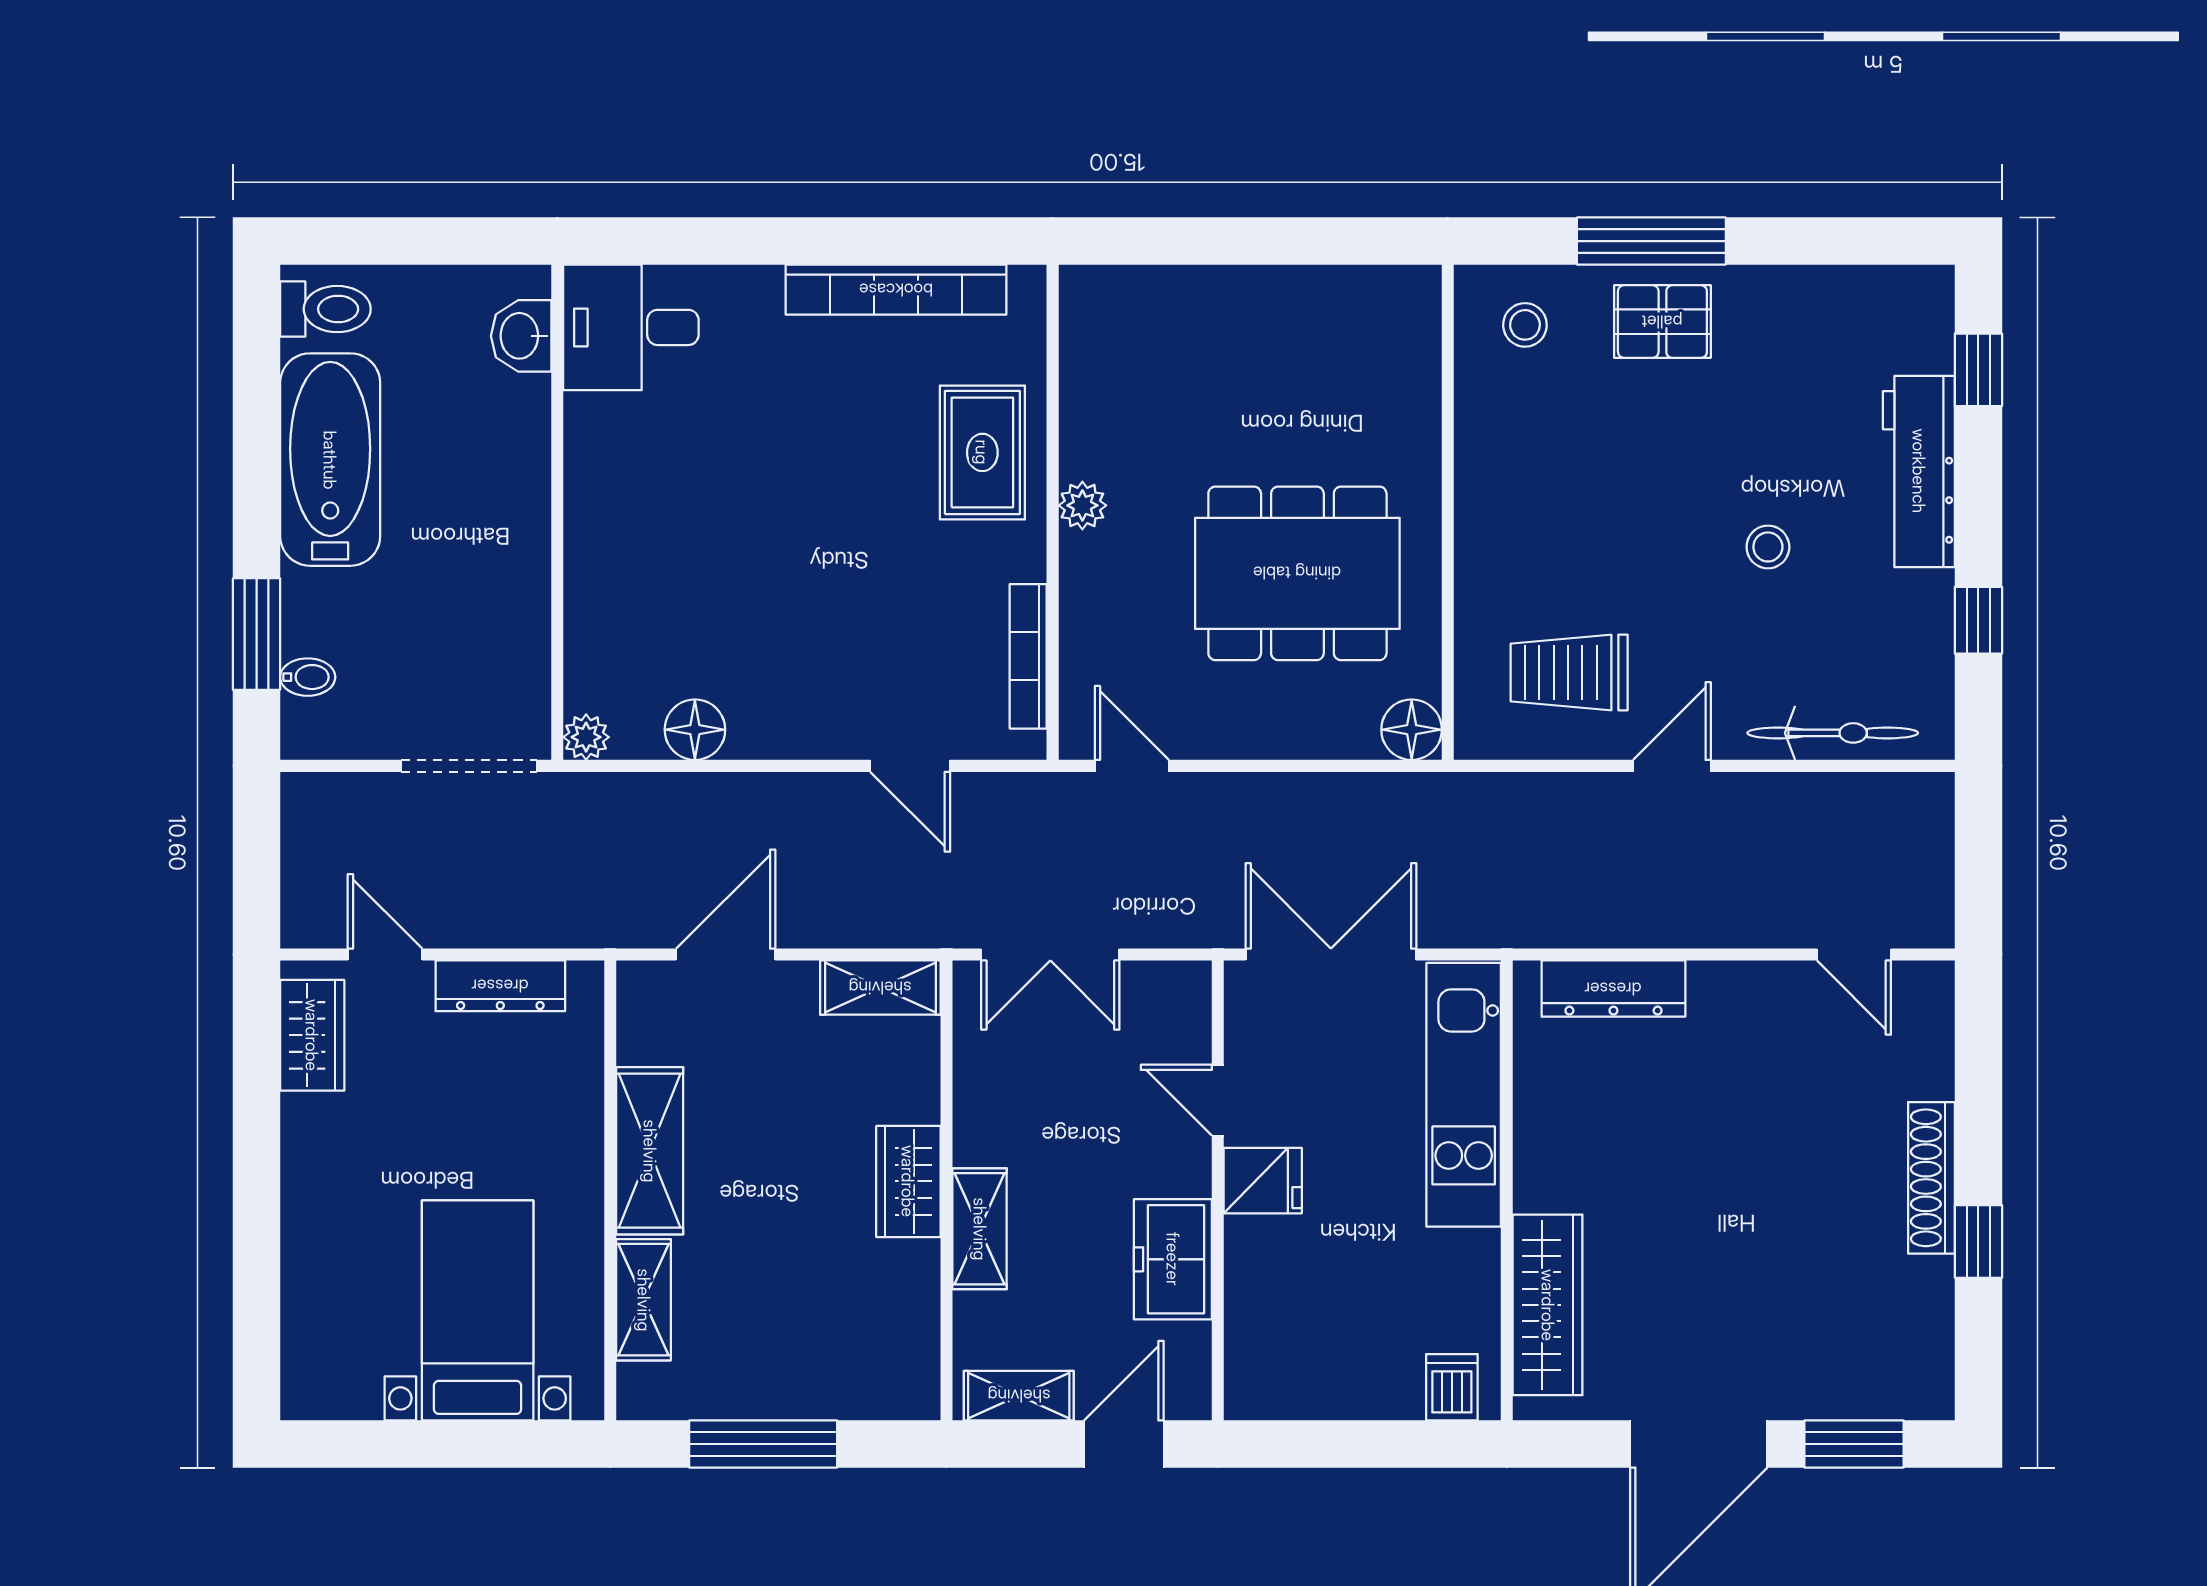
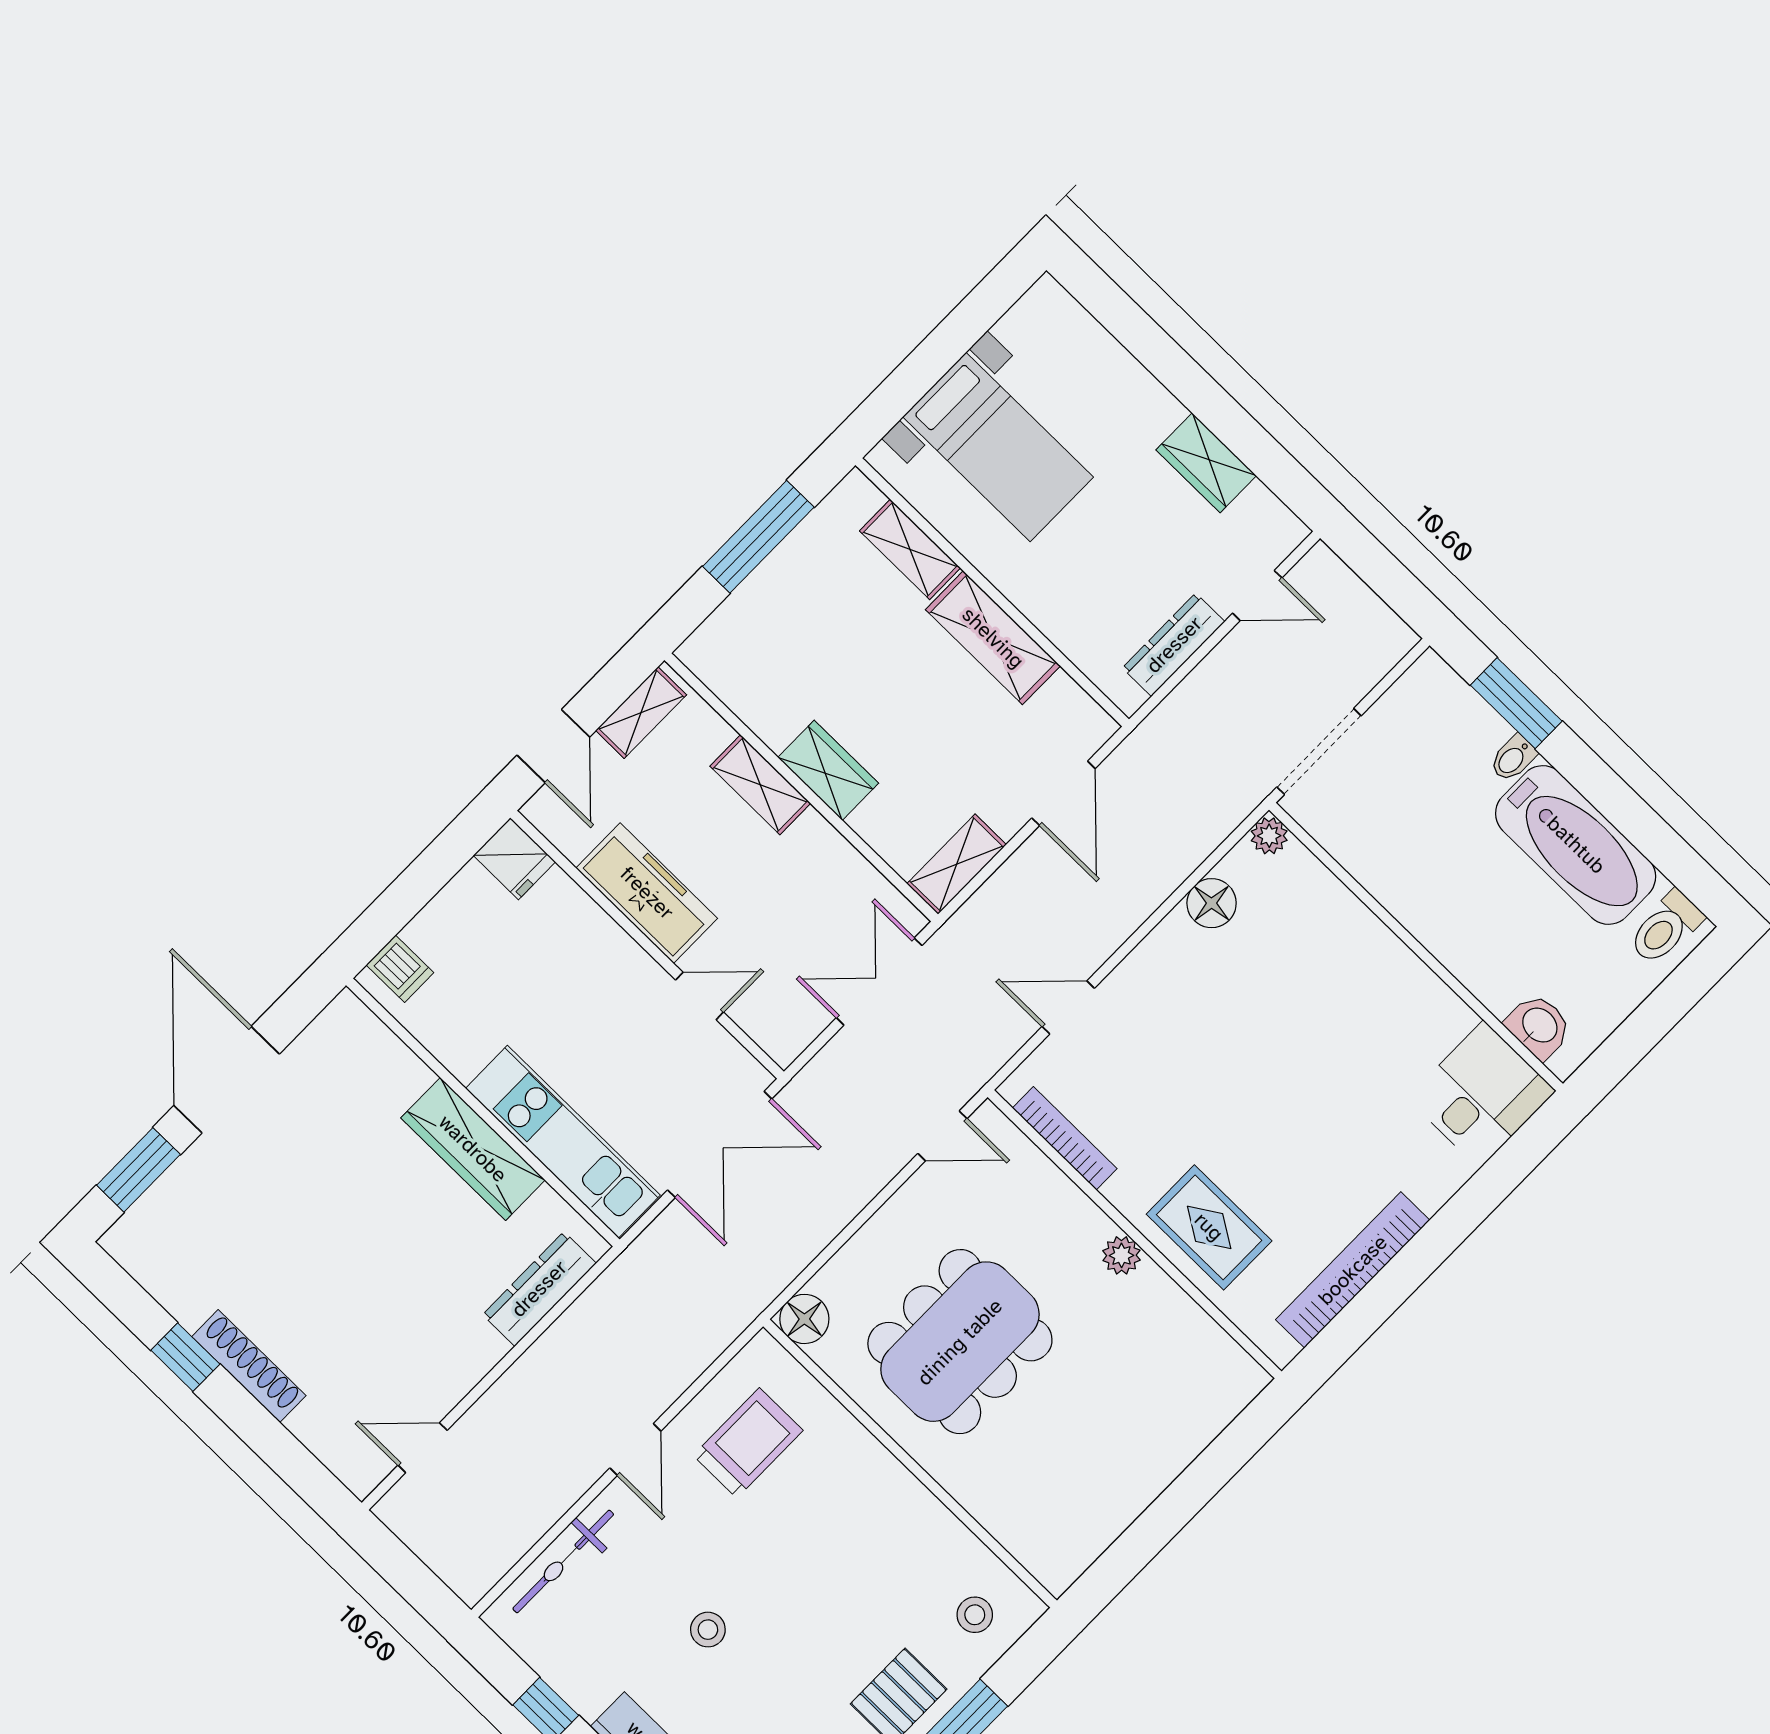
bidet: (308, 677) -> (1513, 758), moved
wardrobe: (312, 1035) -> (1206, 463), moved
fridge: (1263, 1181) -> (514, 859), moved, turned -90
freezer: (1173, 1259) -> (647, 893), width x1.40
wardrobe: (1548, 1305) -> (473, 1149), moved

